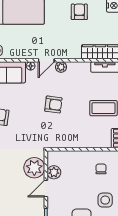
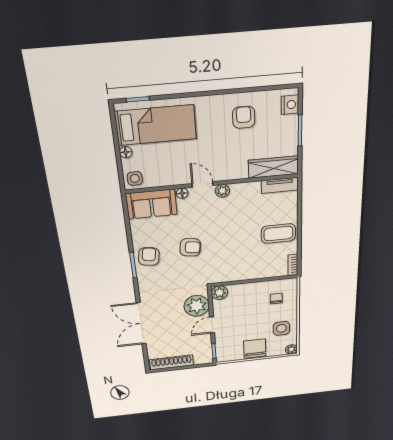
door: (46, 60) -> (202, 184), swing flipped
armchair: (53, 104) -> (190, 247), moved
plant: (54, 172) -> (219, 293), moved

